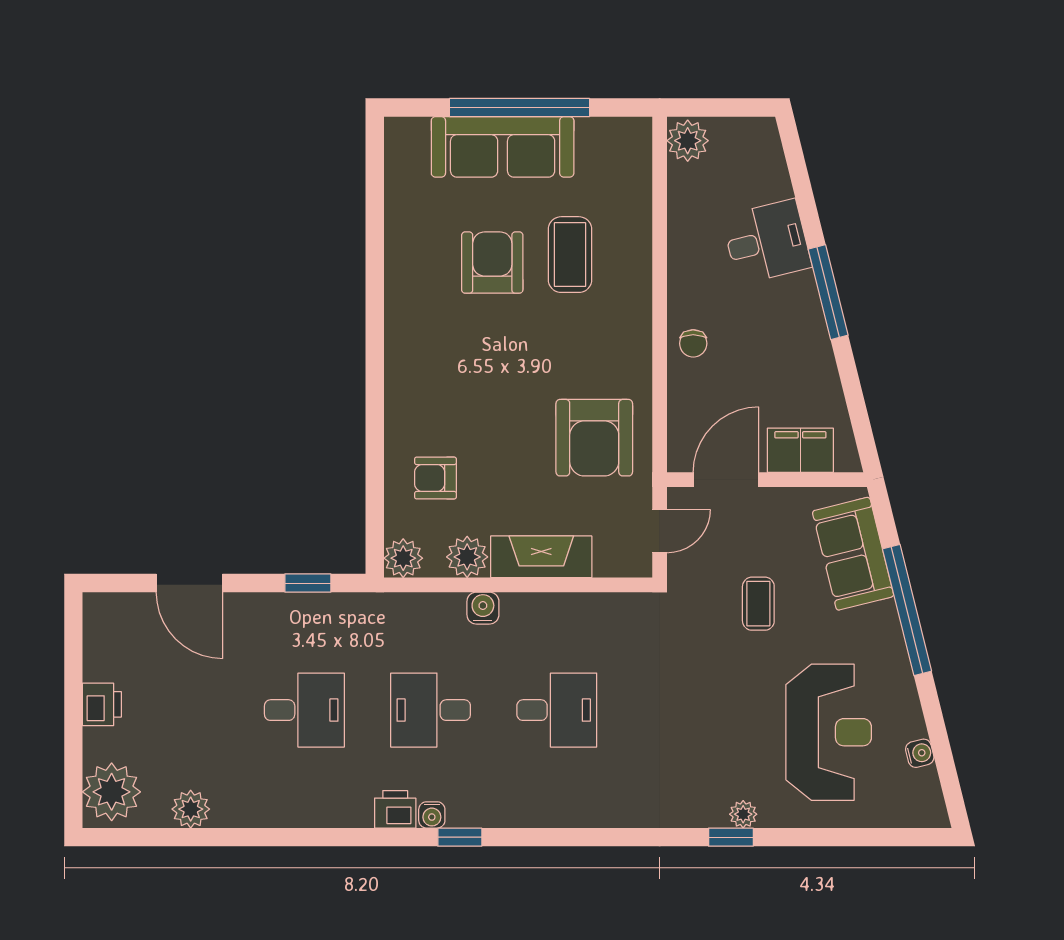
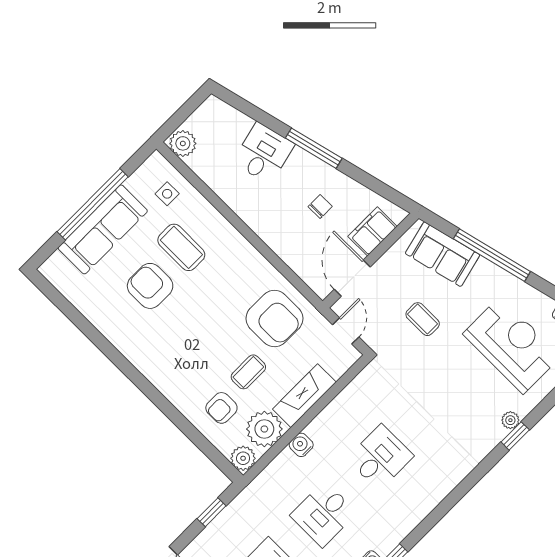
side table: (614, 179) -> (167, 194), added
chair: (693, 343) -> (320, 207), moved, turned -90
coffee table: (506, 468) -> (248, 372), added
plant: (467, 557) -> (264, 429), width x1.36, depth x1.36

